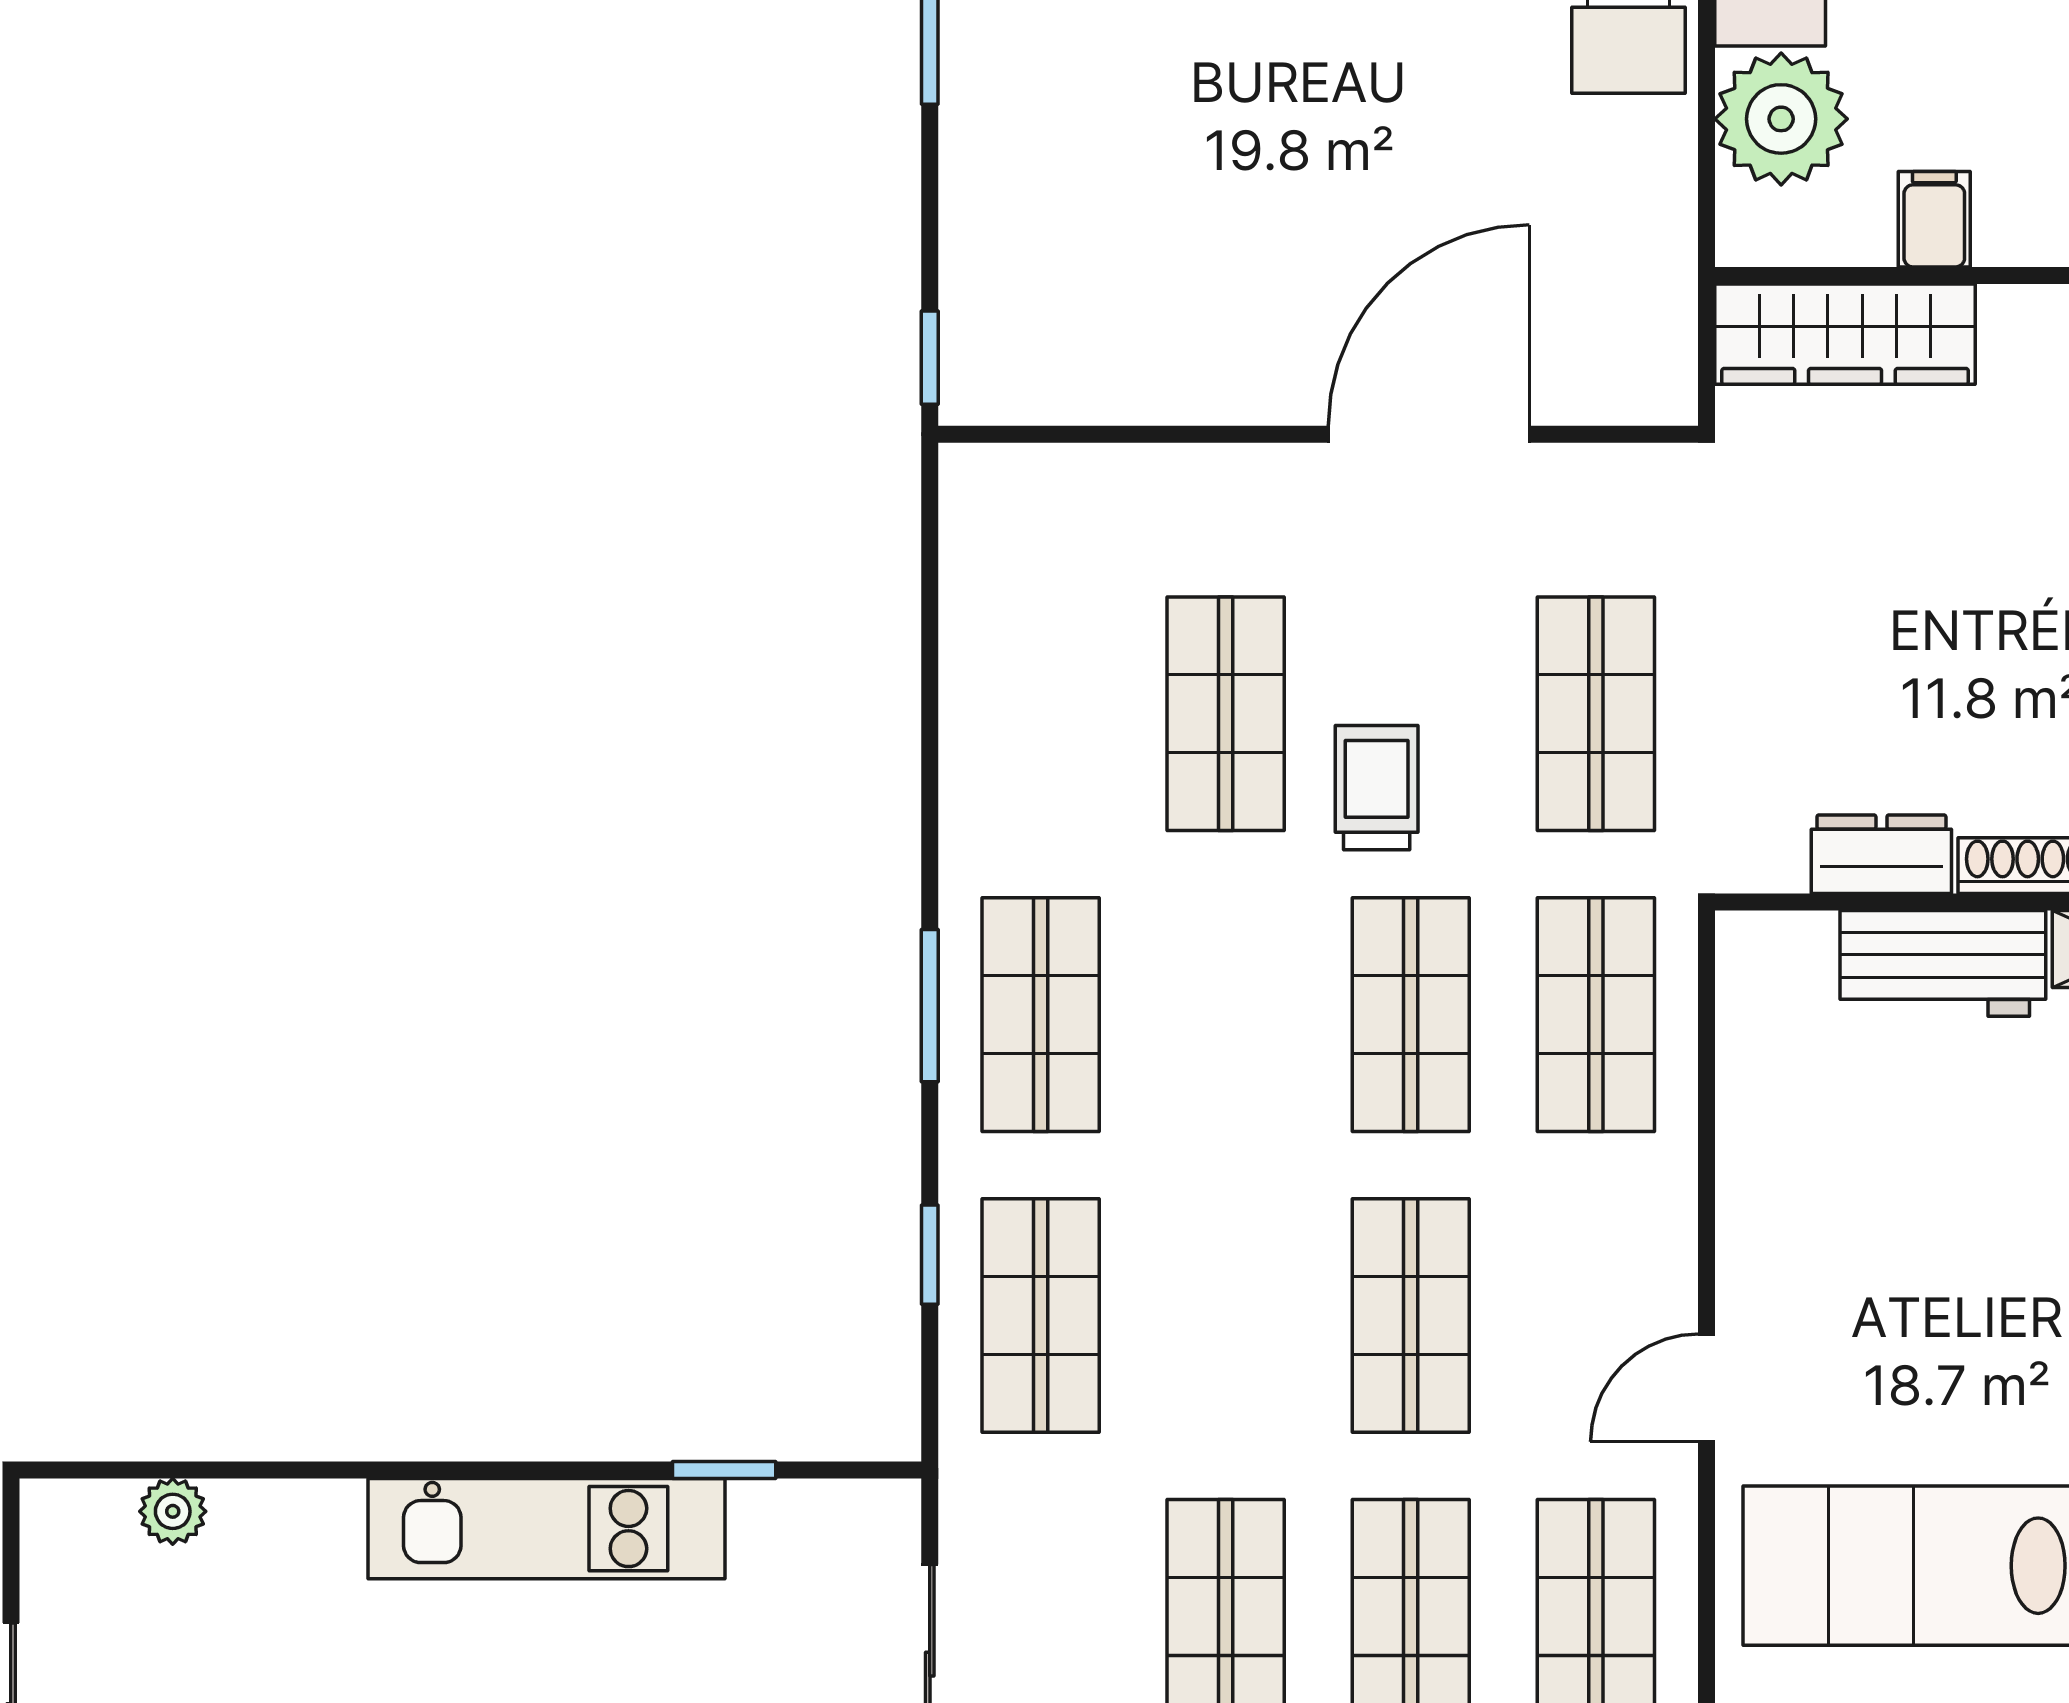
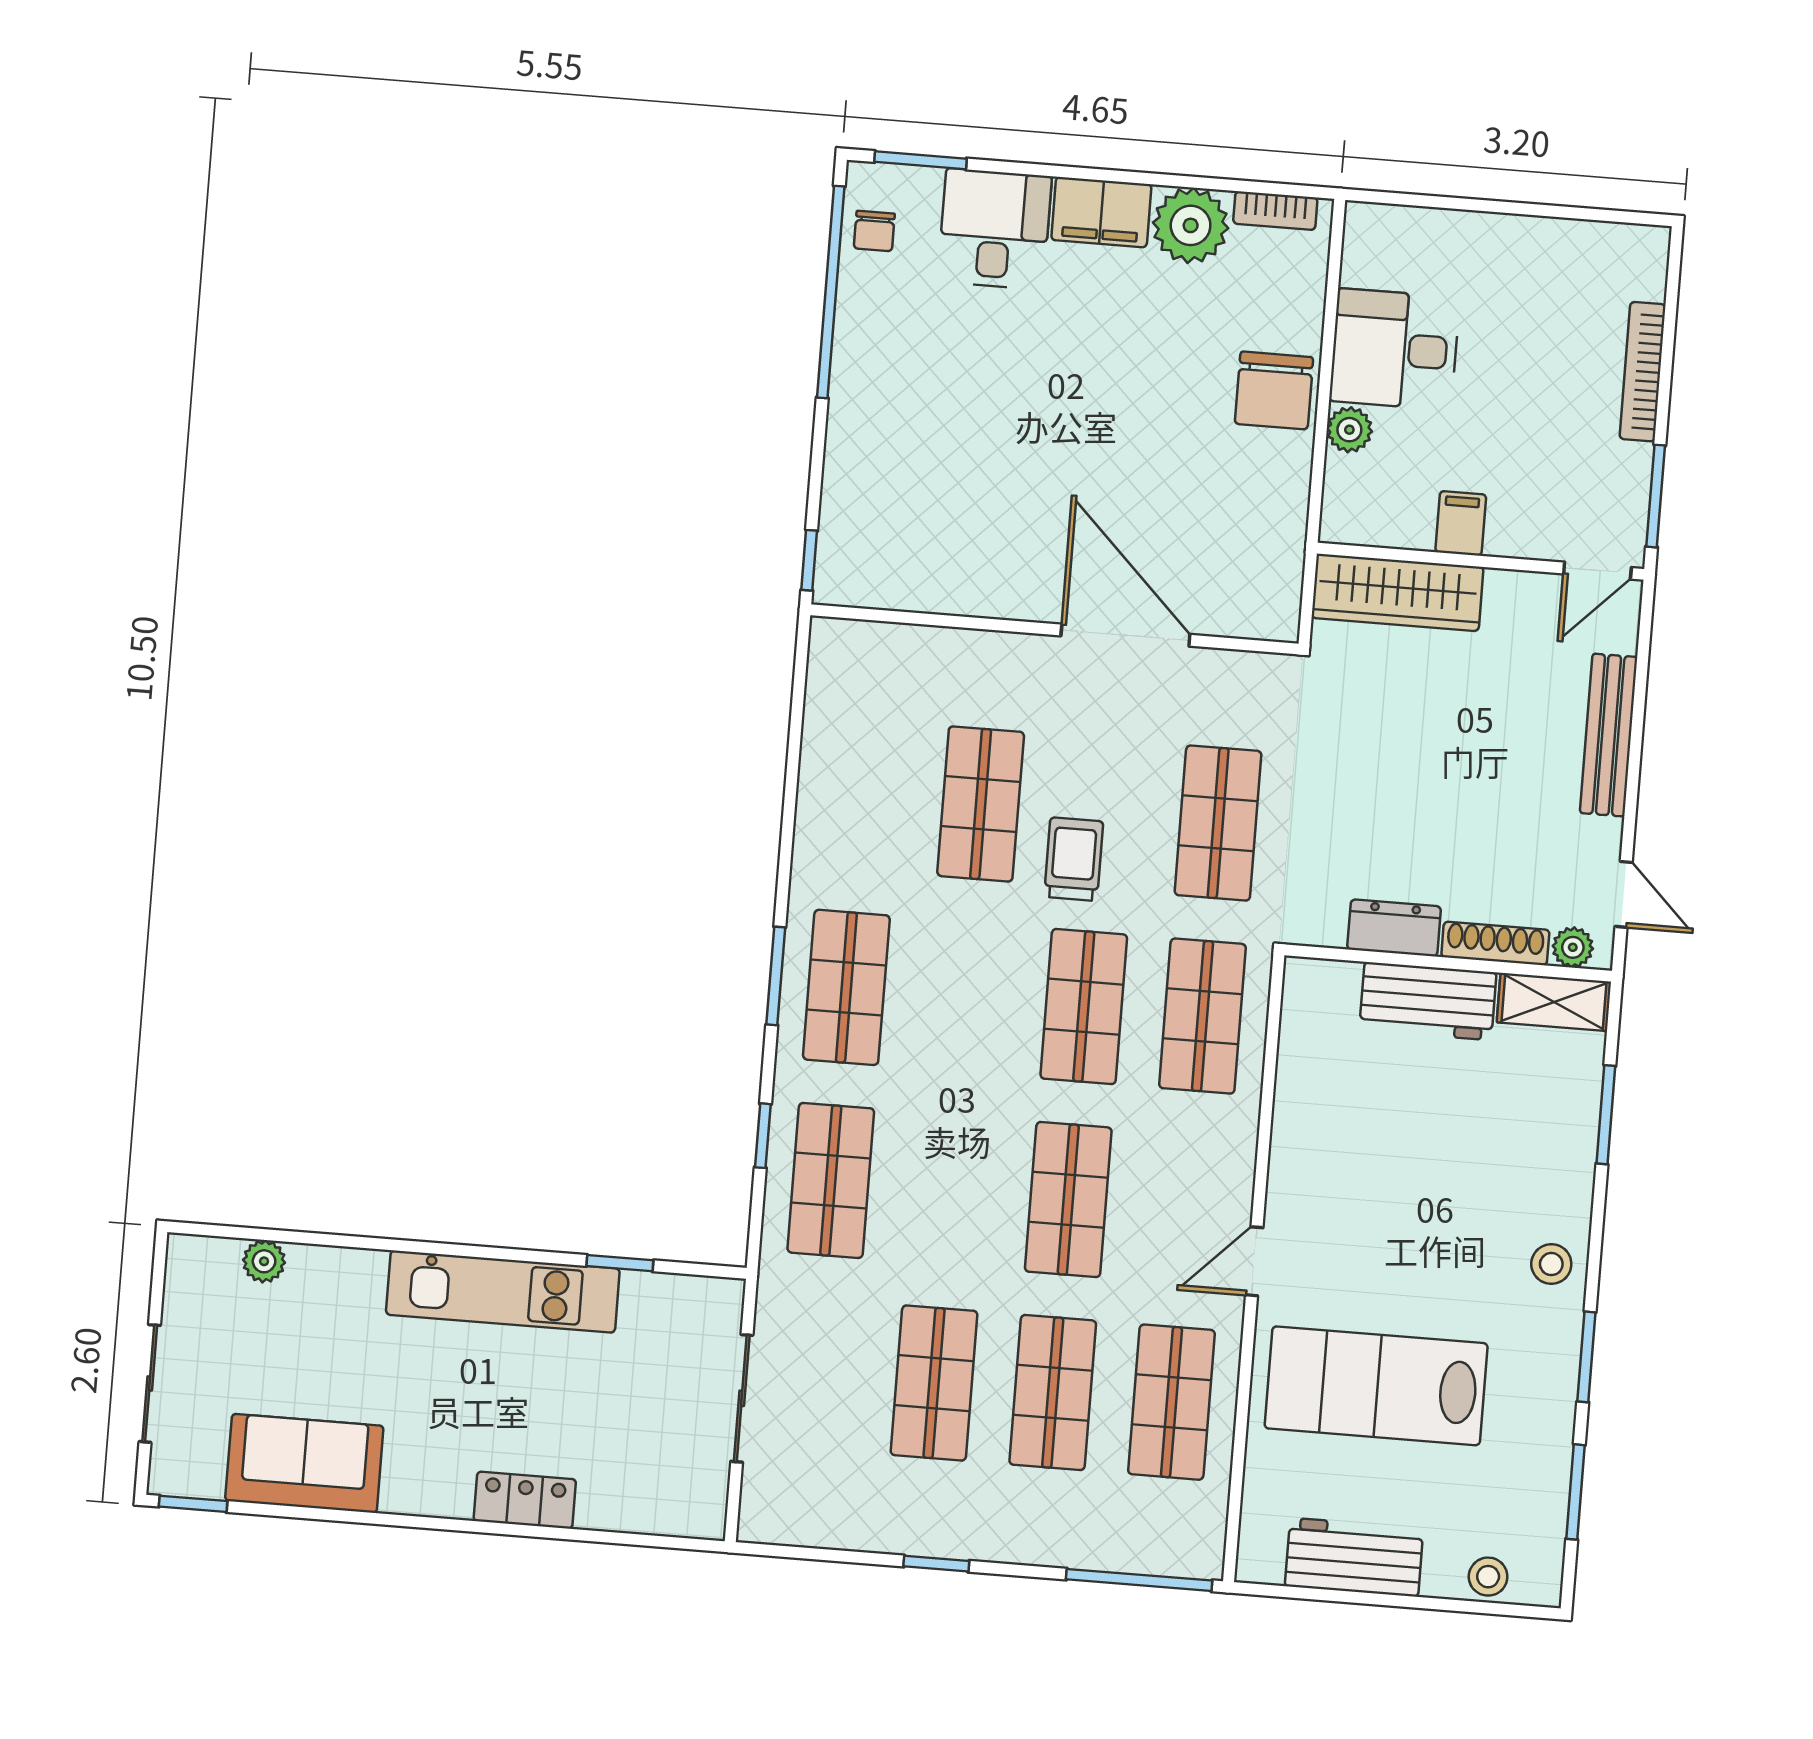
plant: (1781, 119) -> (1349, 430), width x0.53, depth x0.53
door: (1429, 434) -> (1125, 635), hinge flipped

